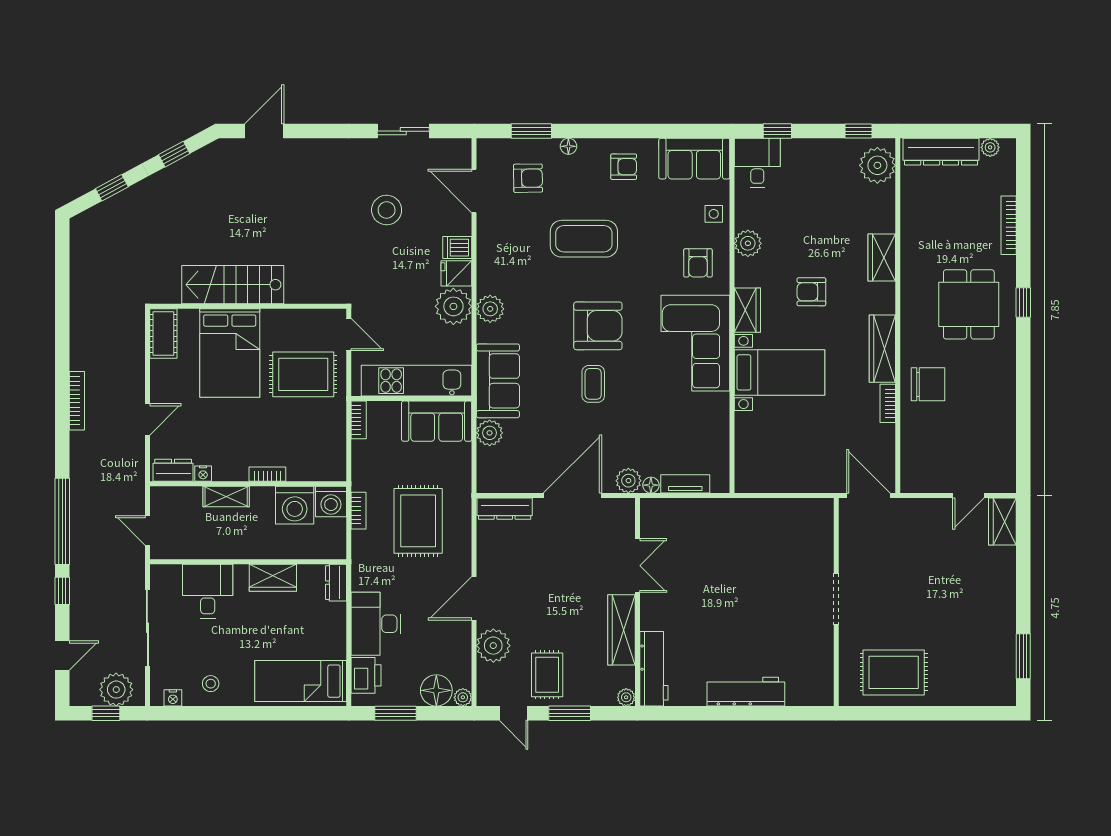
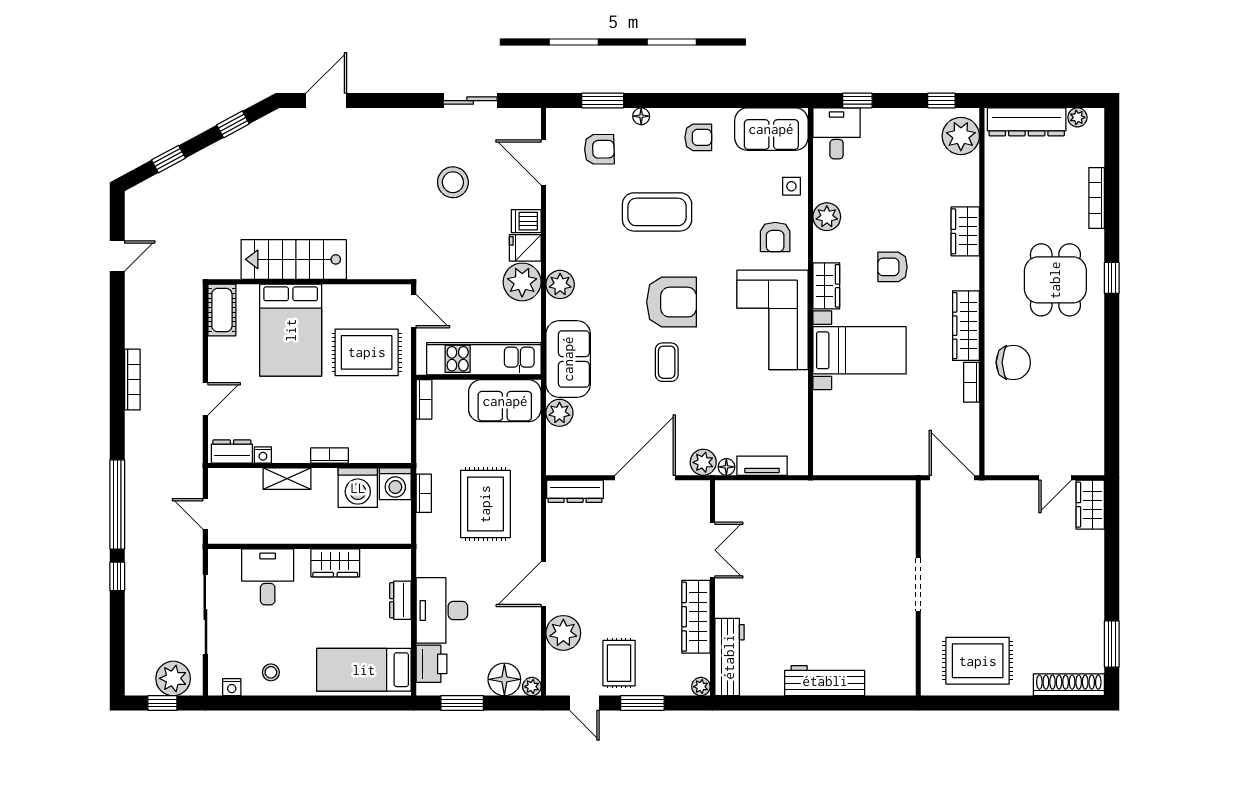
dresser: (336, 583) -> (400, 600), moved
door: (62, 656) -> (117, 256), moved
shoe rack: (982, 696) -> (1069, 685), added

